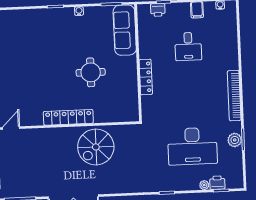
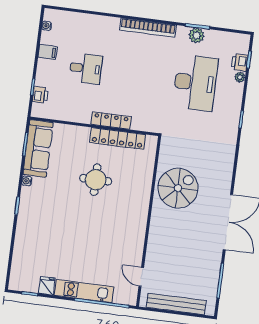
sofa: (125, 30) -> (38, 148), moved, turned -90
locker: (68, 117) -> (118, 139), moved, turned -90
spiral stairs: (96, 147) -> (178, 188), turned -90

